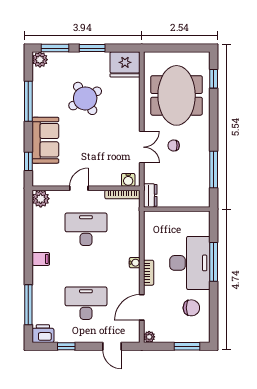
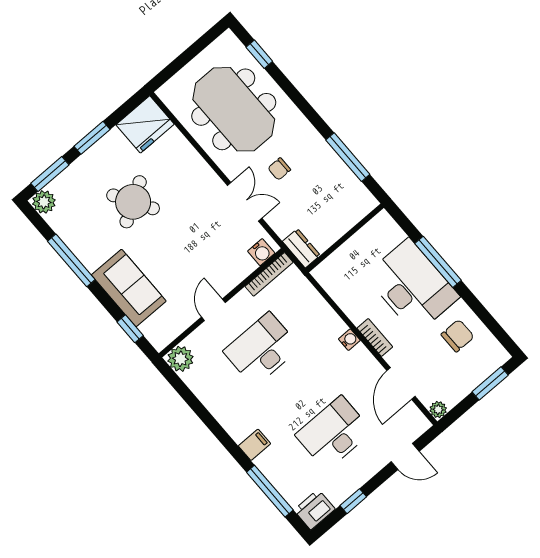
filing cabinet: (41, 259) -> (255, 445), moved

